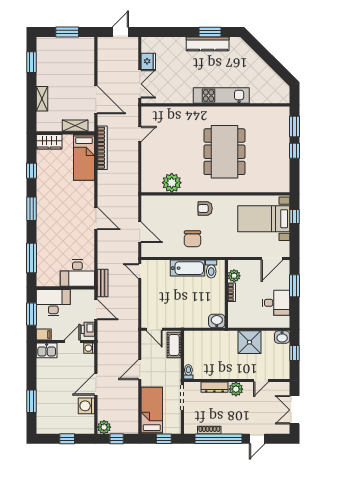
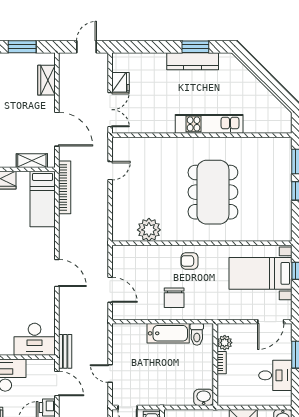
wardrobe: (87, 59) -> (46, 80), added
door: (140, 271) -> (110, 374), moved

